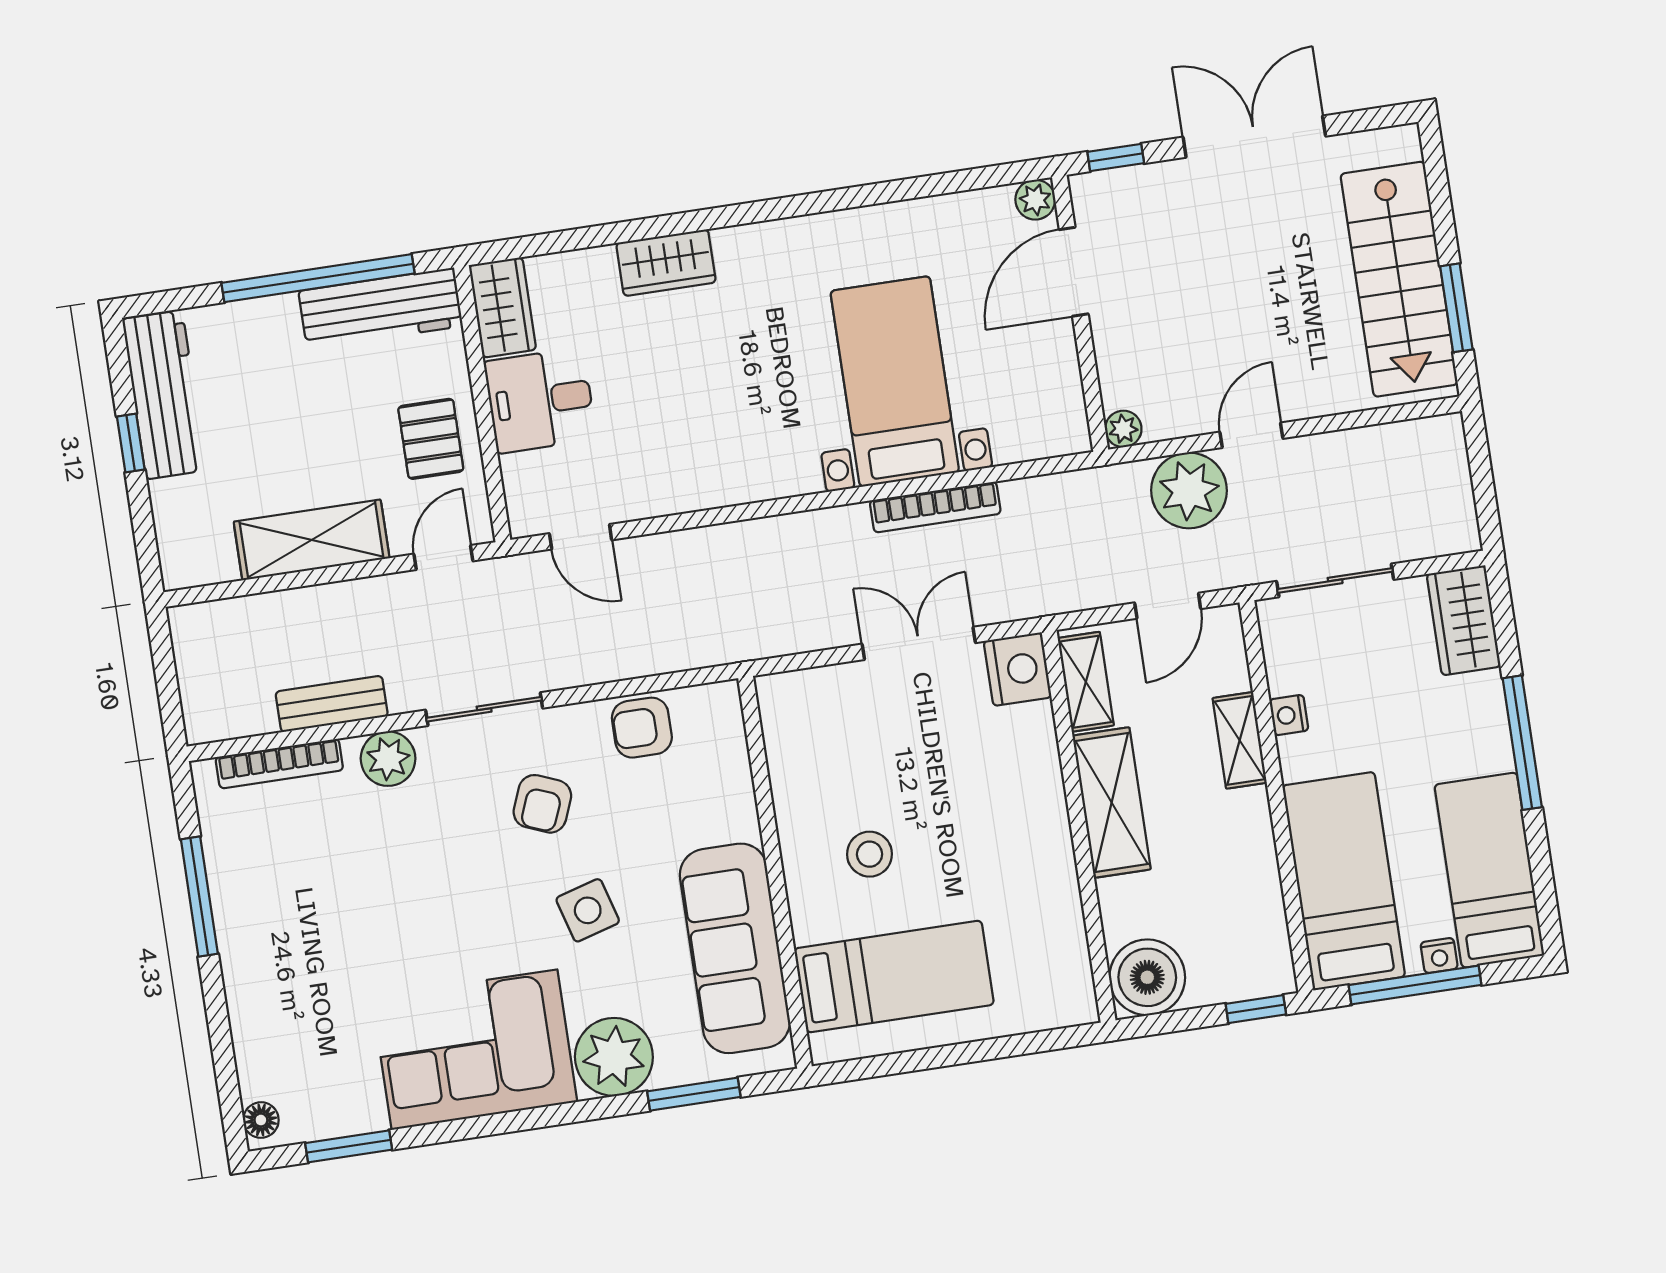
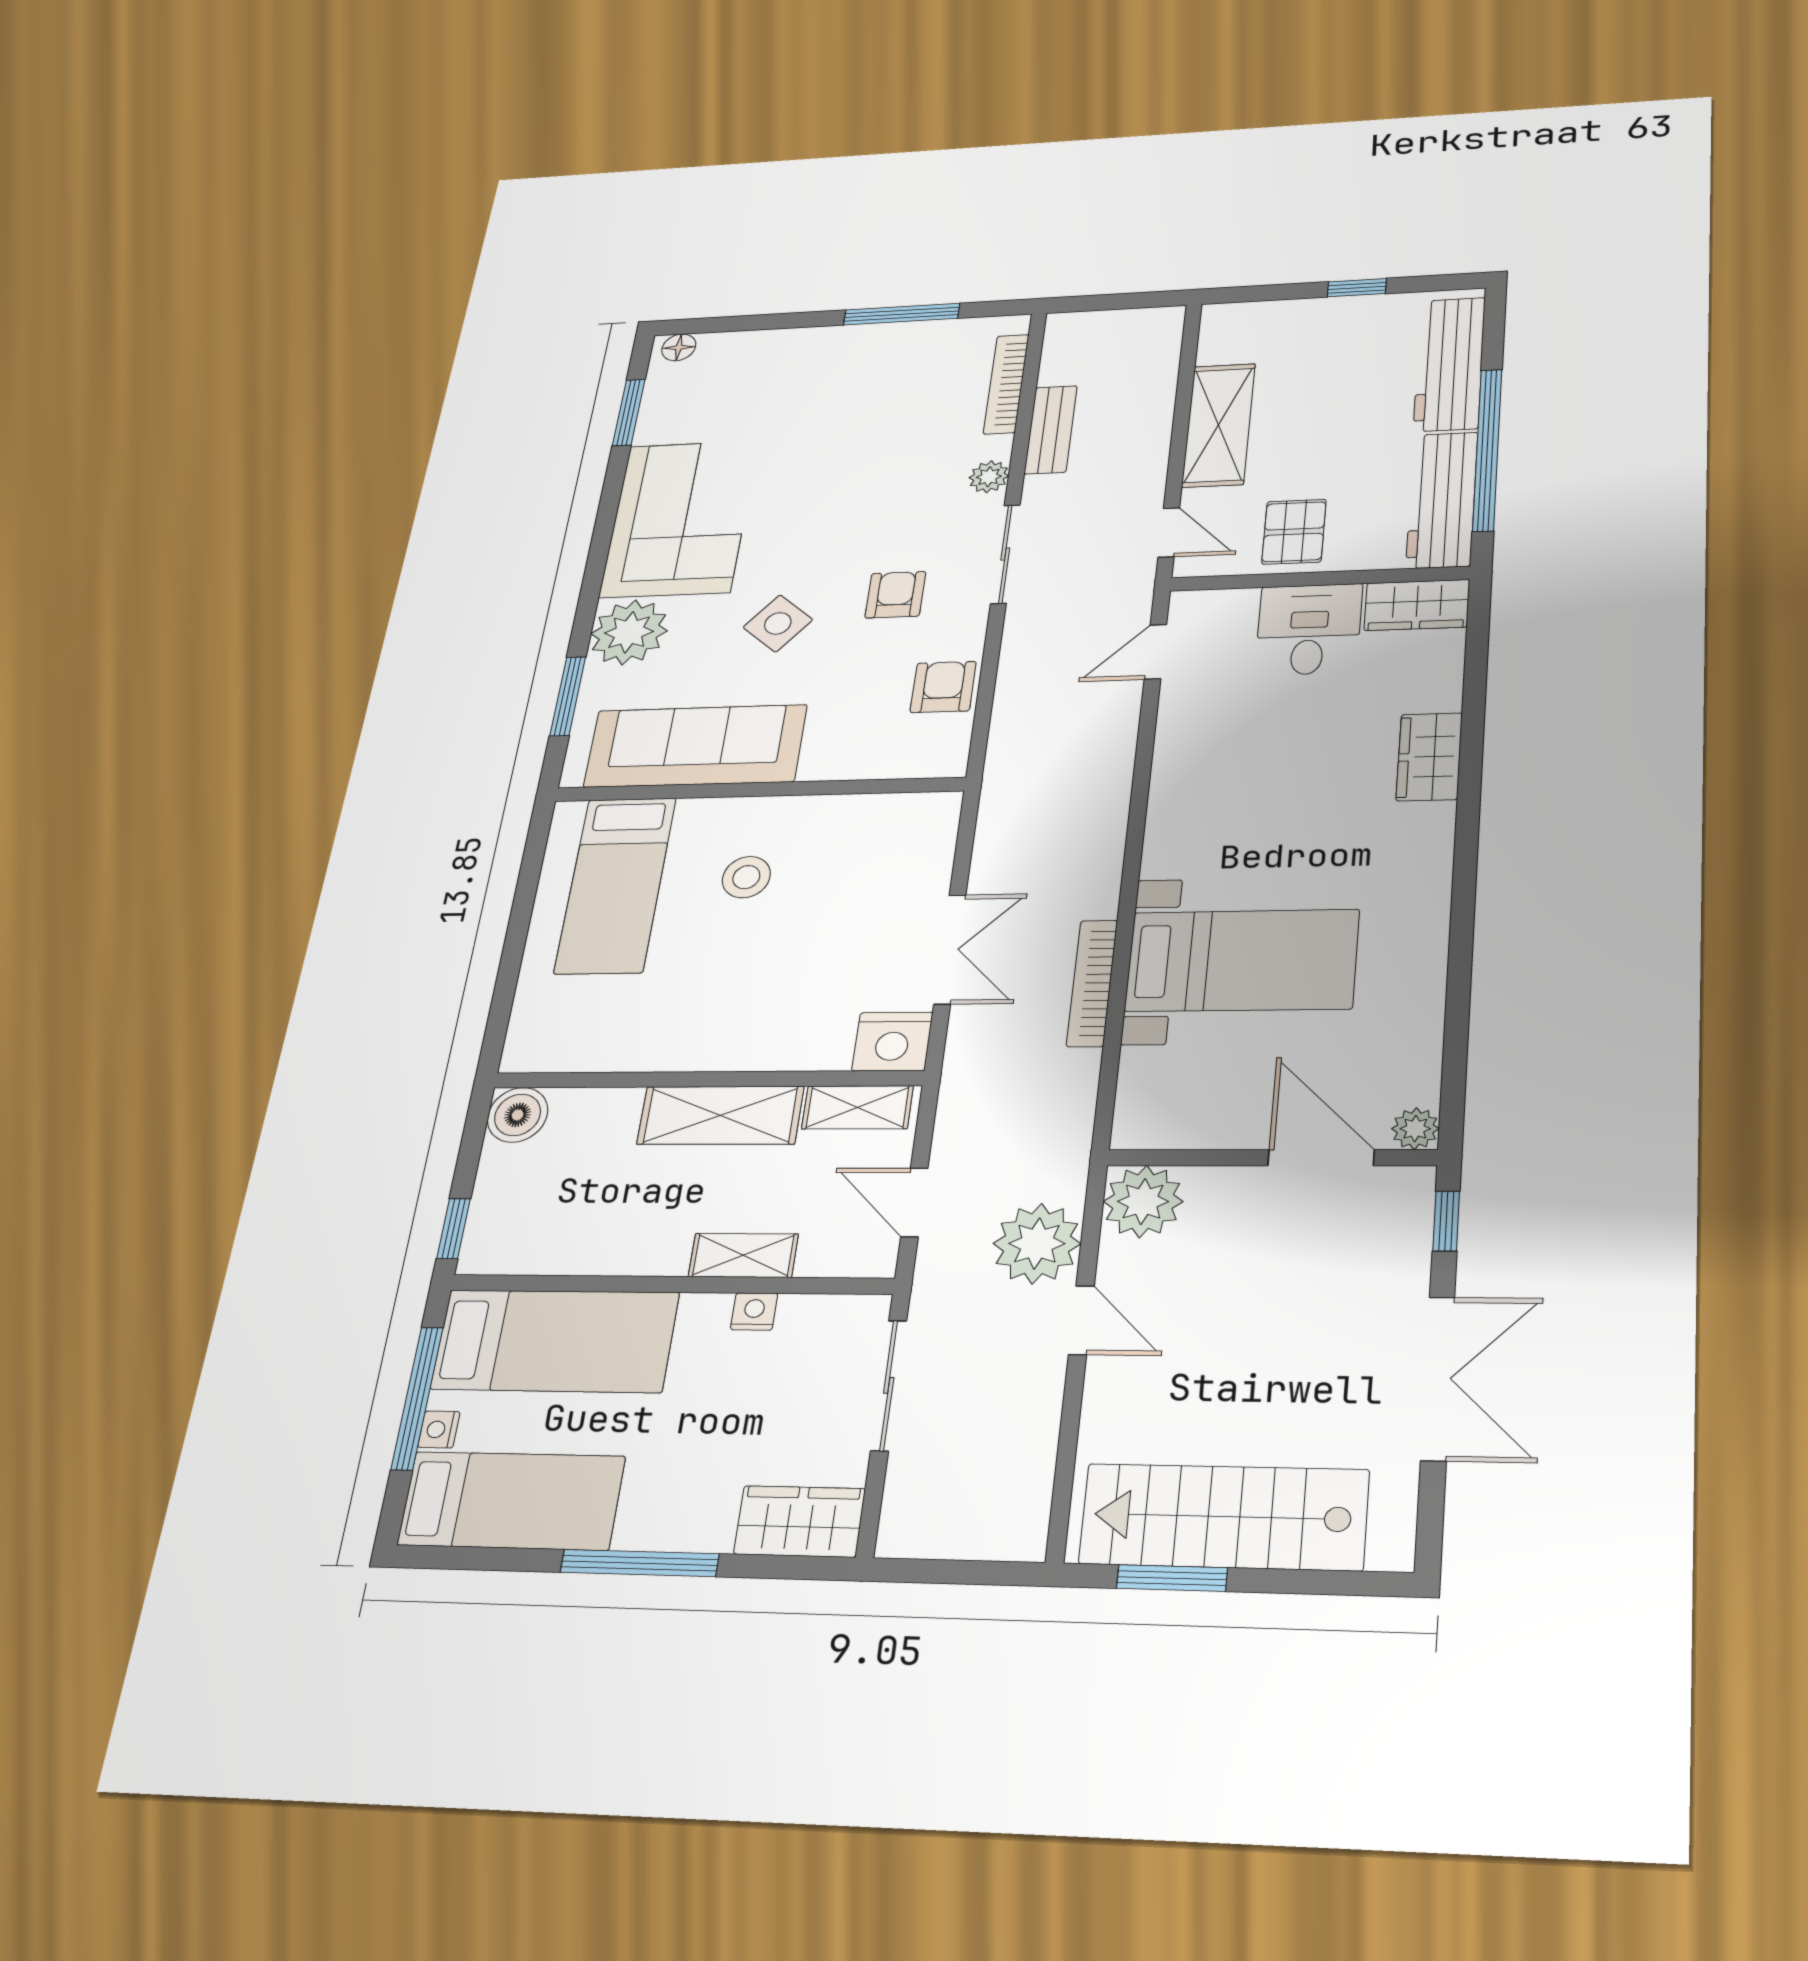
workbench: (164, 395) -> (1449, 364), moved, turned 90
plant: (1123, 429) -> (1143, 1201), width x1.87, depth x1.87
pallet: (431, 439) -> (1294, 532), turned 90
plant: (388, 759) -> (989, 477), width x0.73, depth x0.73
armchair: (542, 804) -> (895, 595), turned 68
side table: (588, 910) -> (778, 623), turned -34
boiler: (1147, 977) -> (518, 1115), width x0.73, depth x0.73

